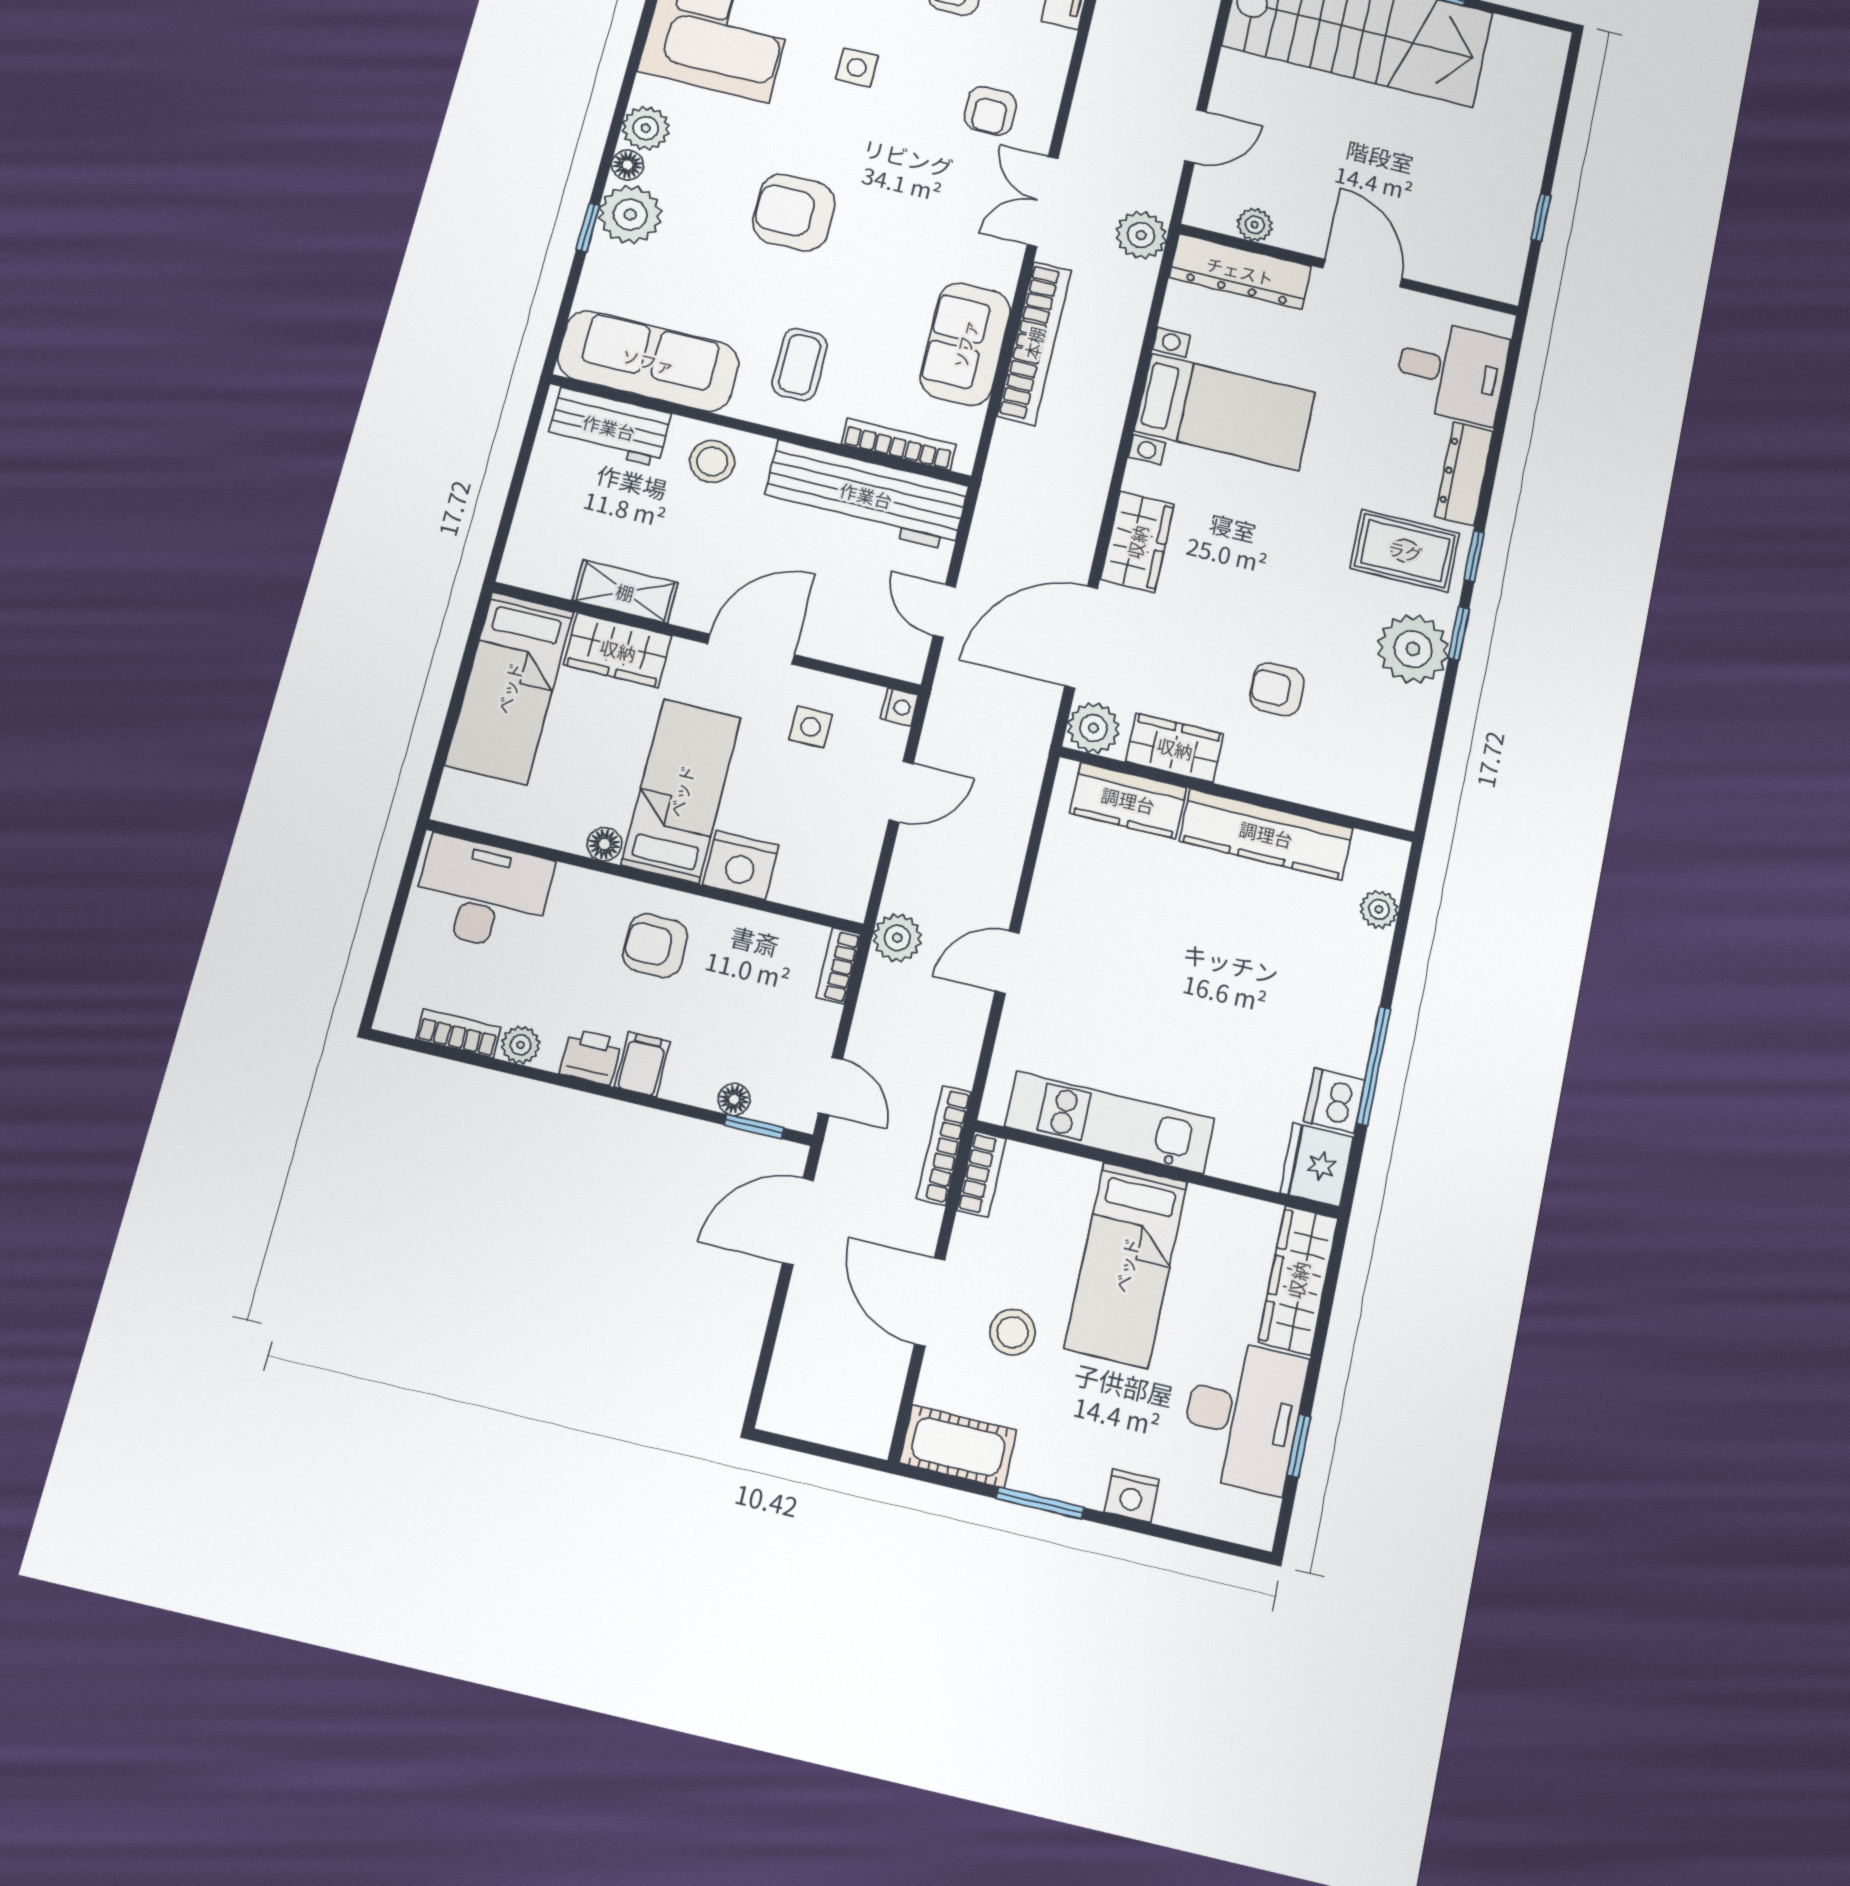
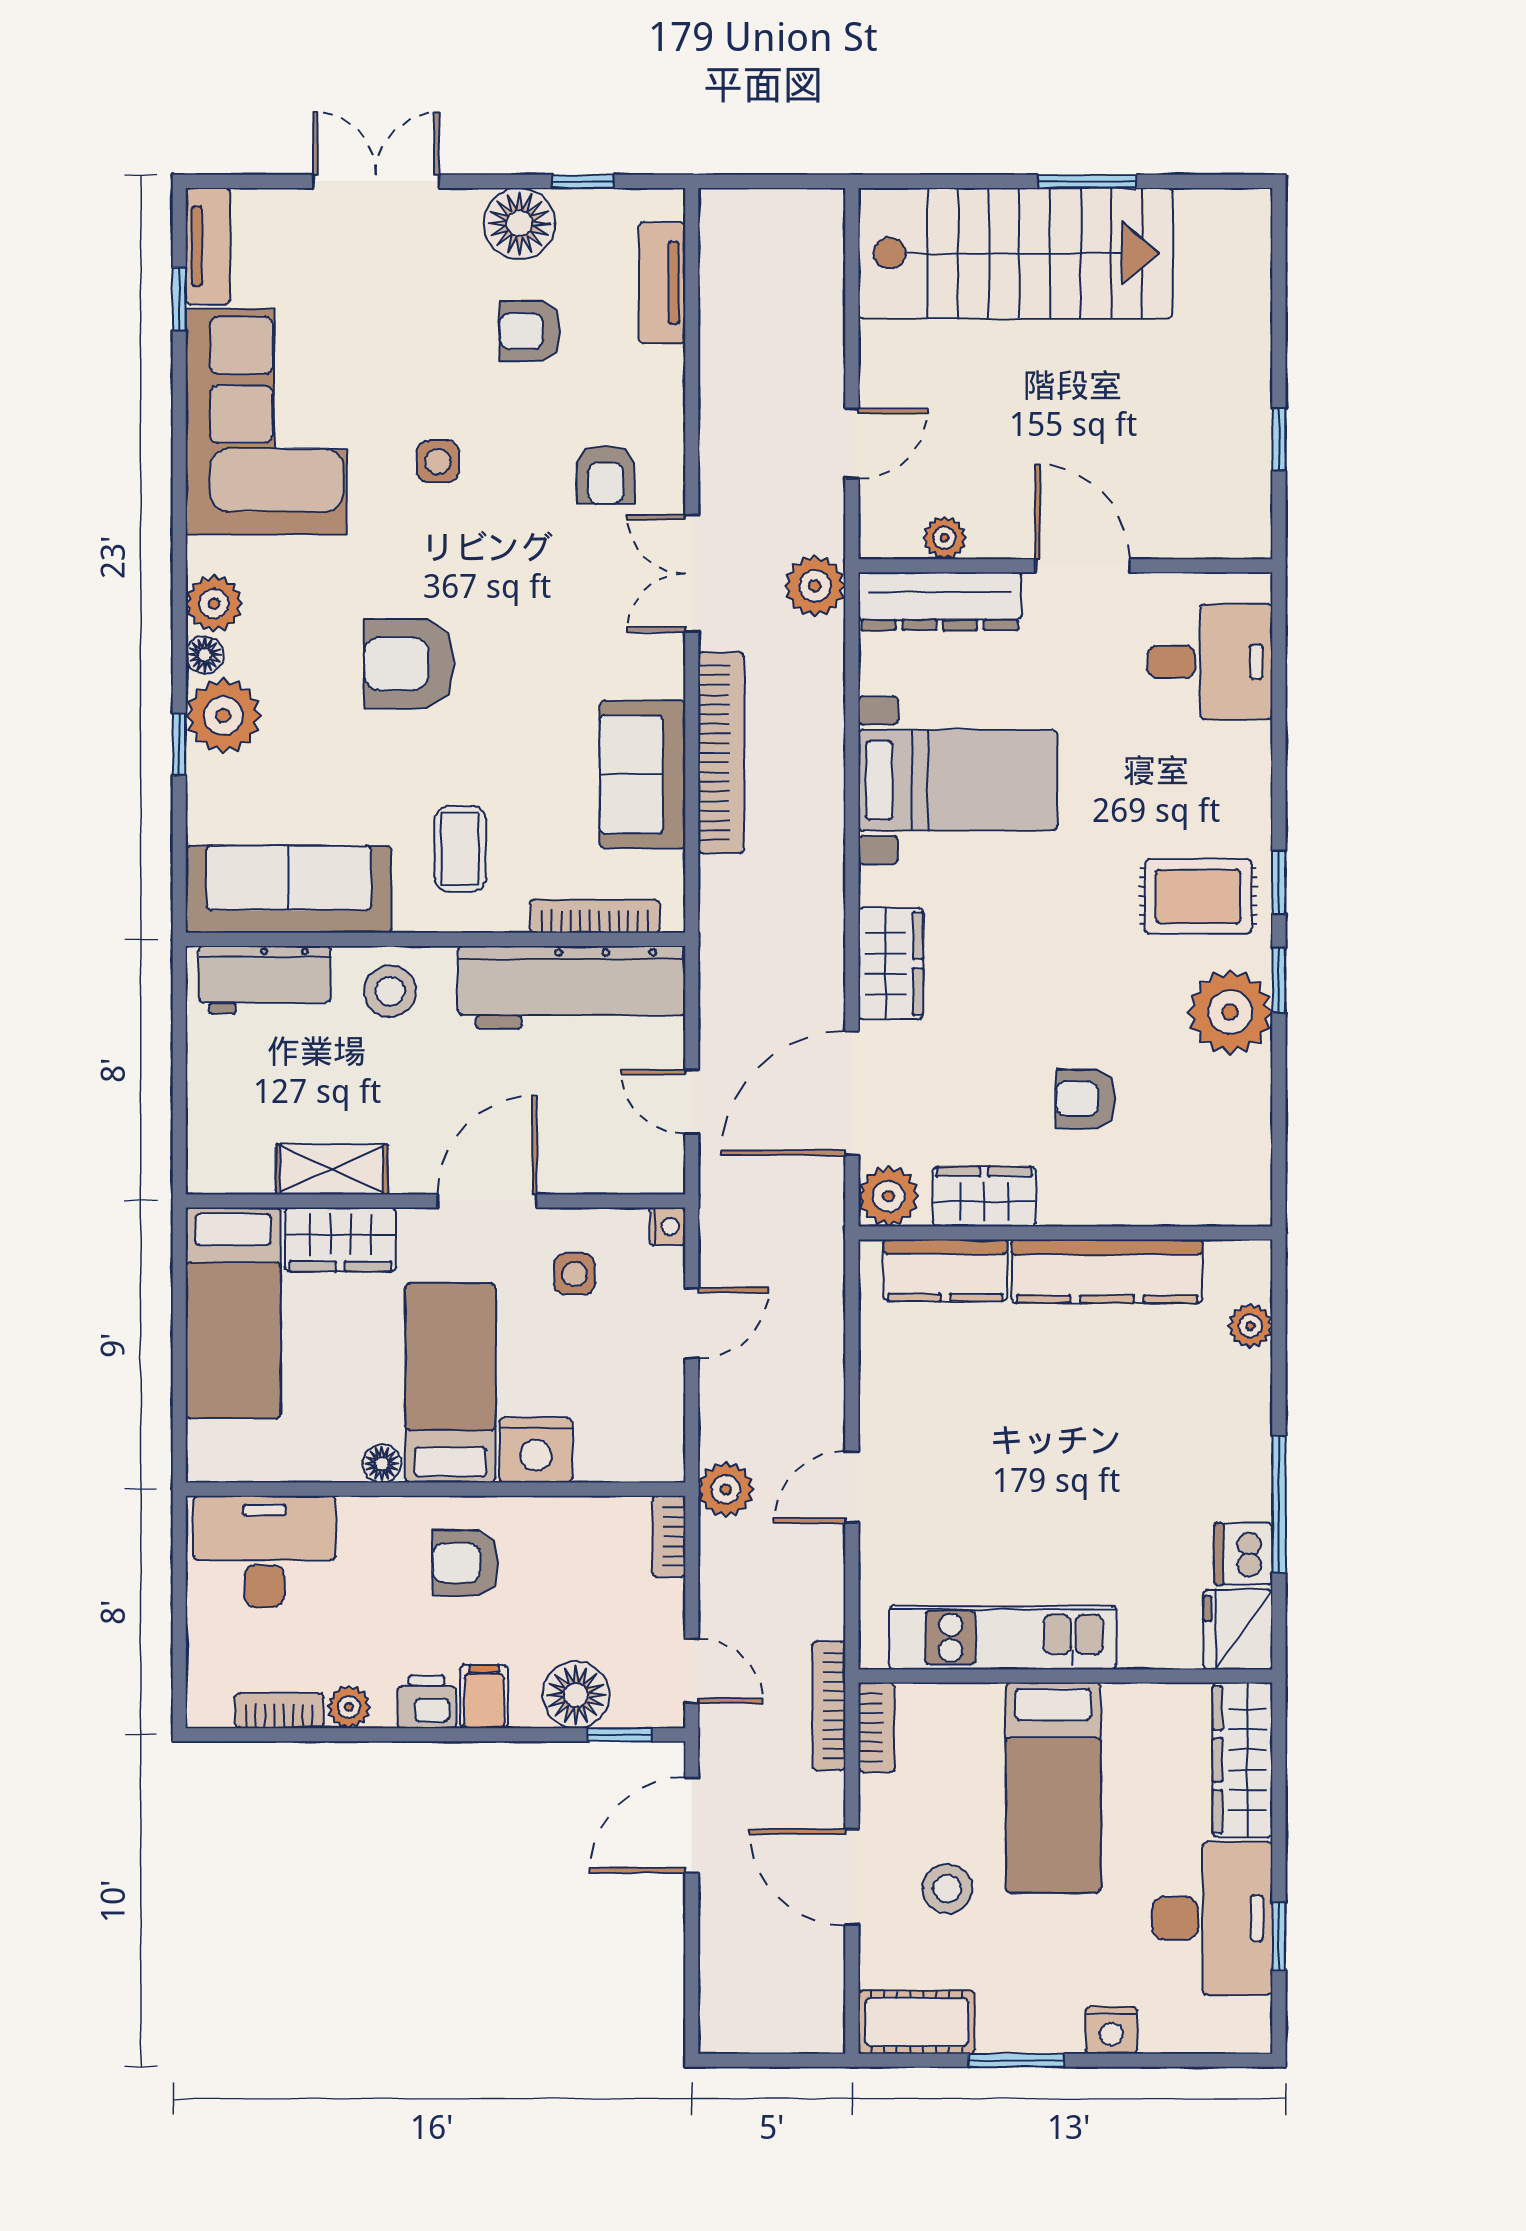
dresser: (1464, 474) -> (1249, 785), removed
floor lamp: (734, 1099) -> (576, 1695), width x1.89, depth x1.89

